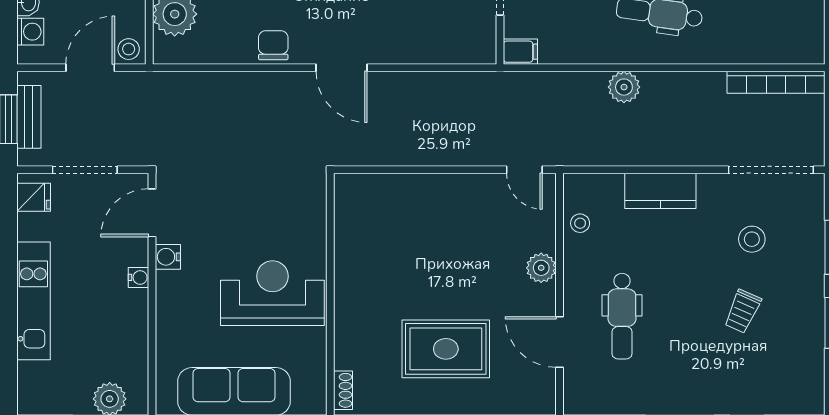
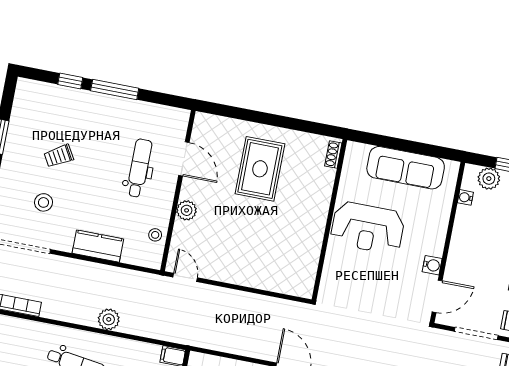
water cooler: (138, 277) -> (465, 197), moved
trolley: (743, 311) -> (59, 156), turned -144
rug: (446, 349) -> (260, 169), turned 90

